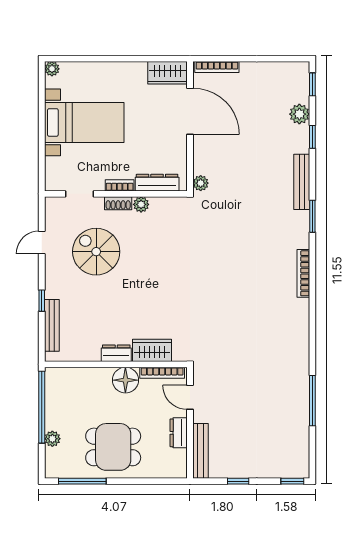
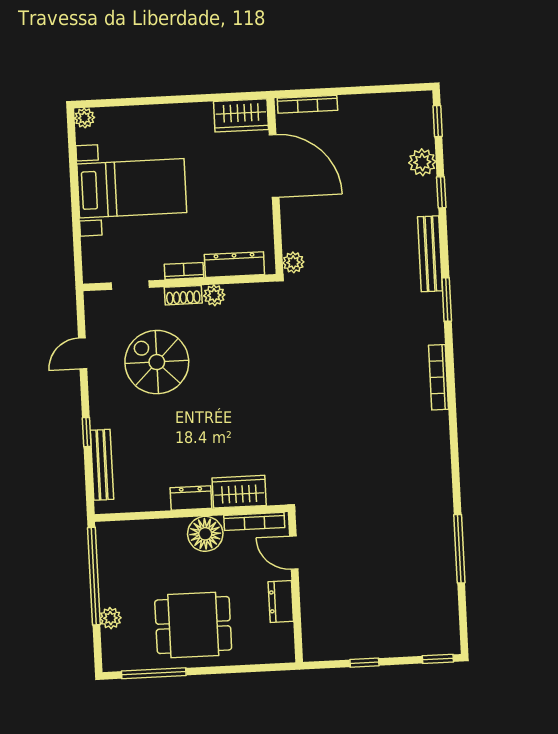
bench: (200, 451) -> (312, 624), removed

